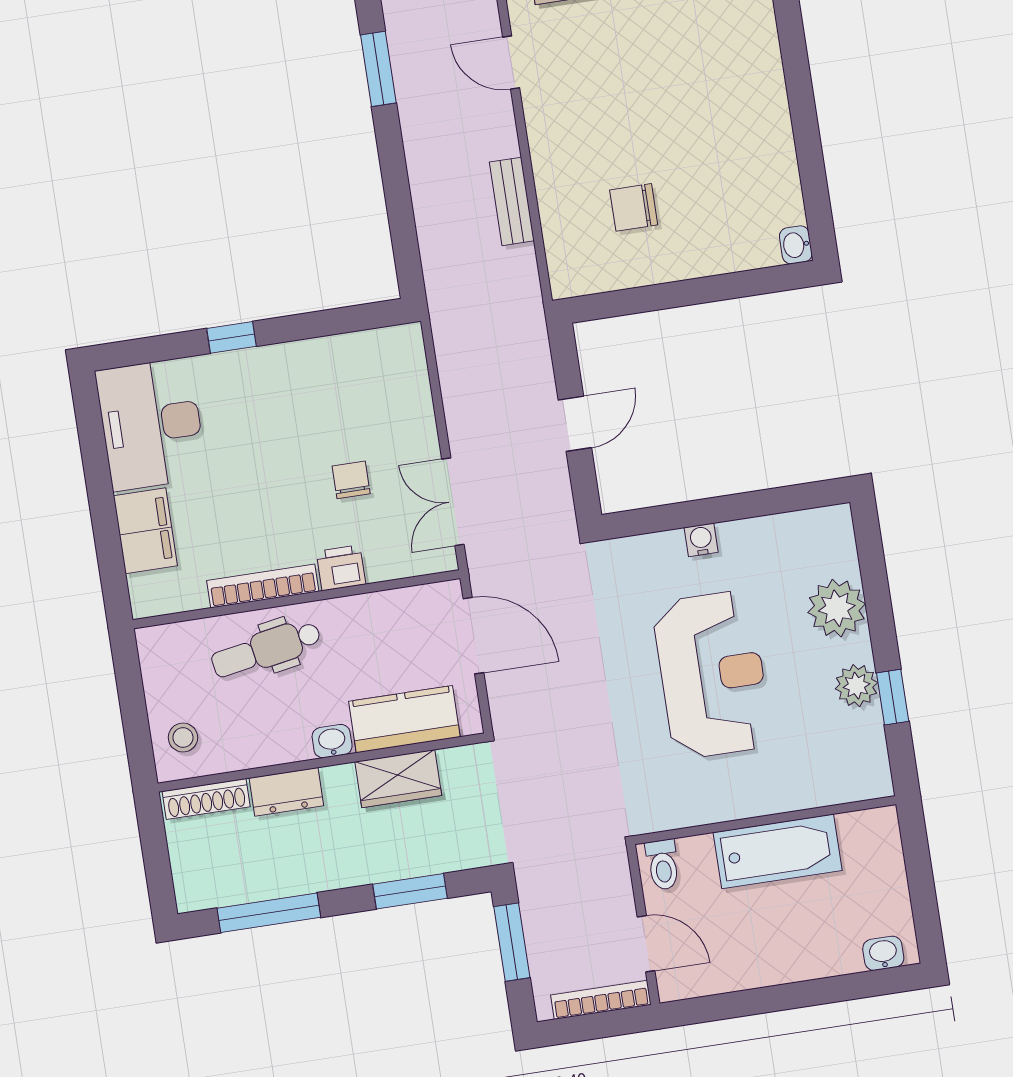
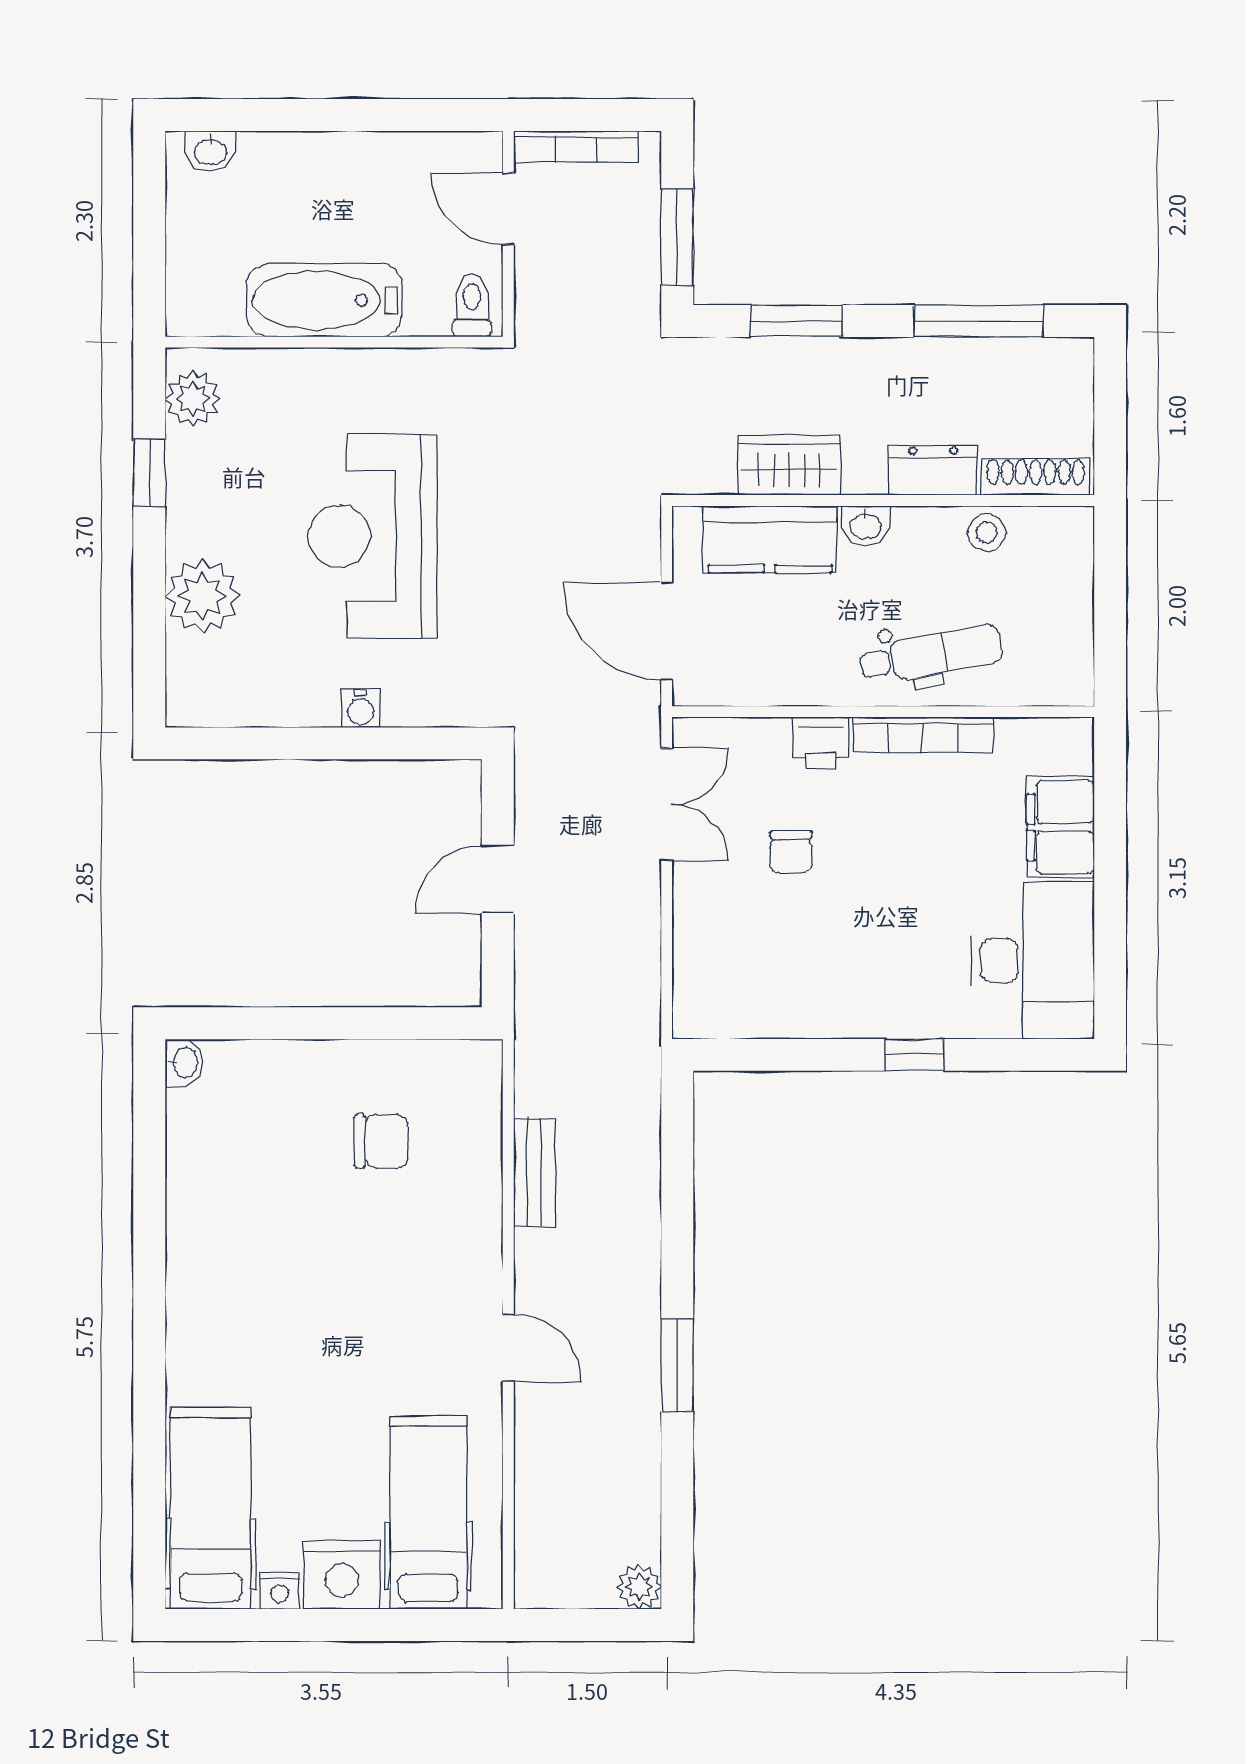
plant: (856, 686) -> (193, 399), moved
stool: (183, 738) -> (987, 532), moved

